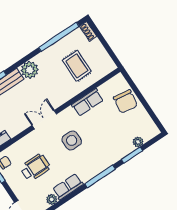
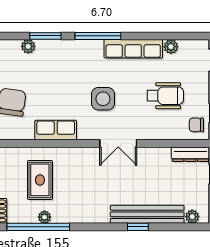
plant: (30, 70) -> (45, 217), moved, width x0.53, depth x0.53
wheelchair: (35, 167) -> (165, 96), turned 180
row of seats: (68, 187) -> (133, 49), width x1.48

